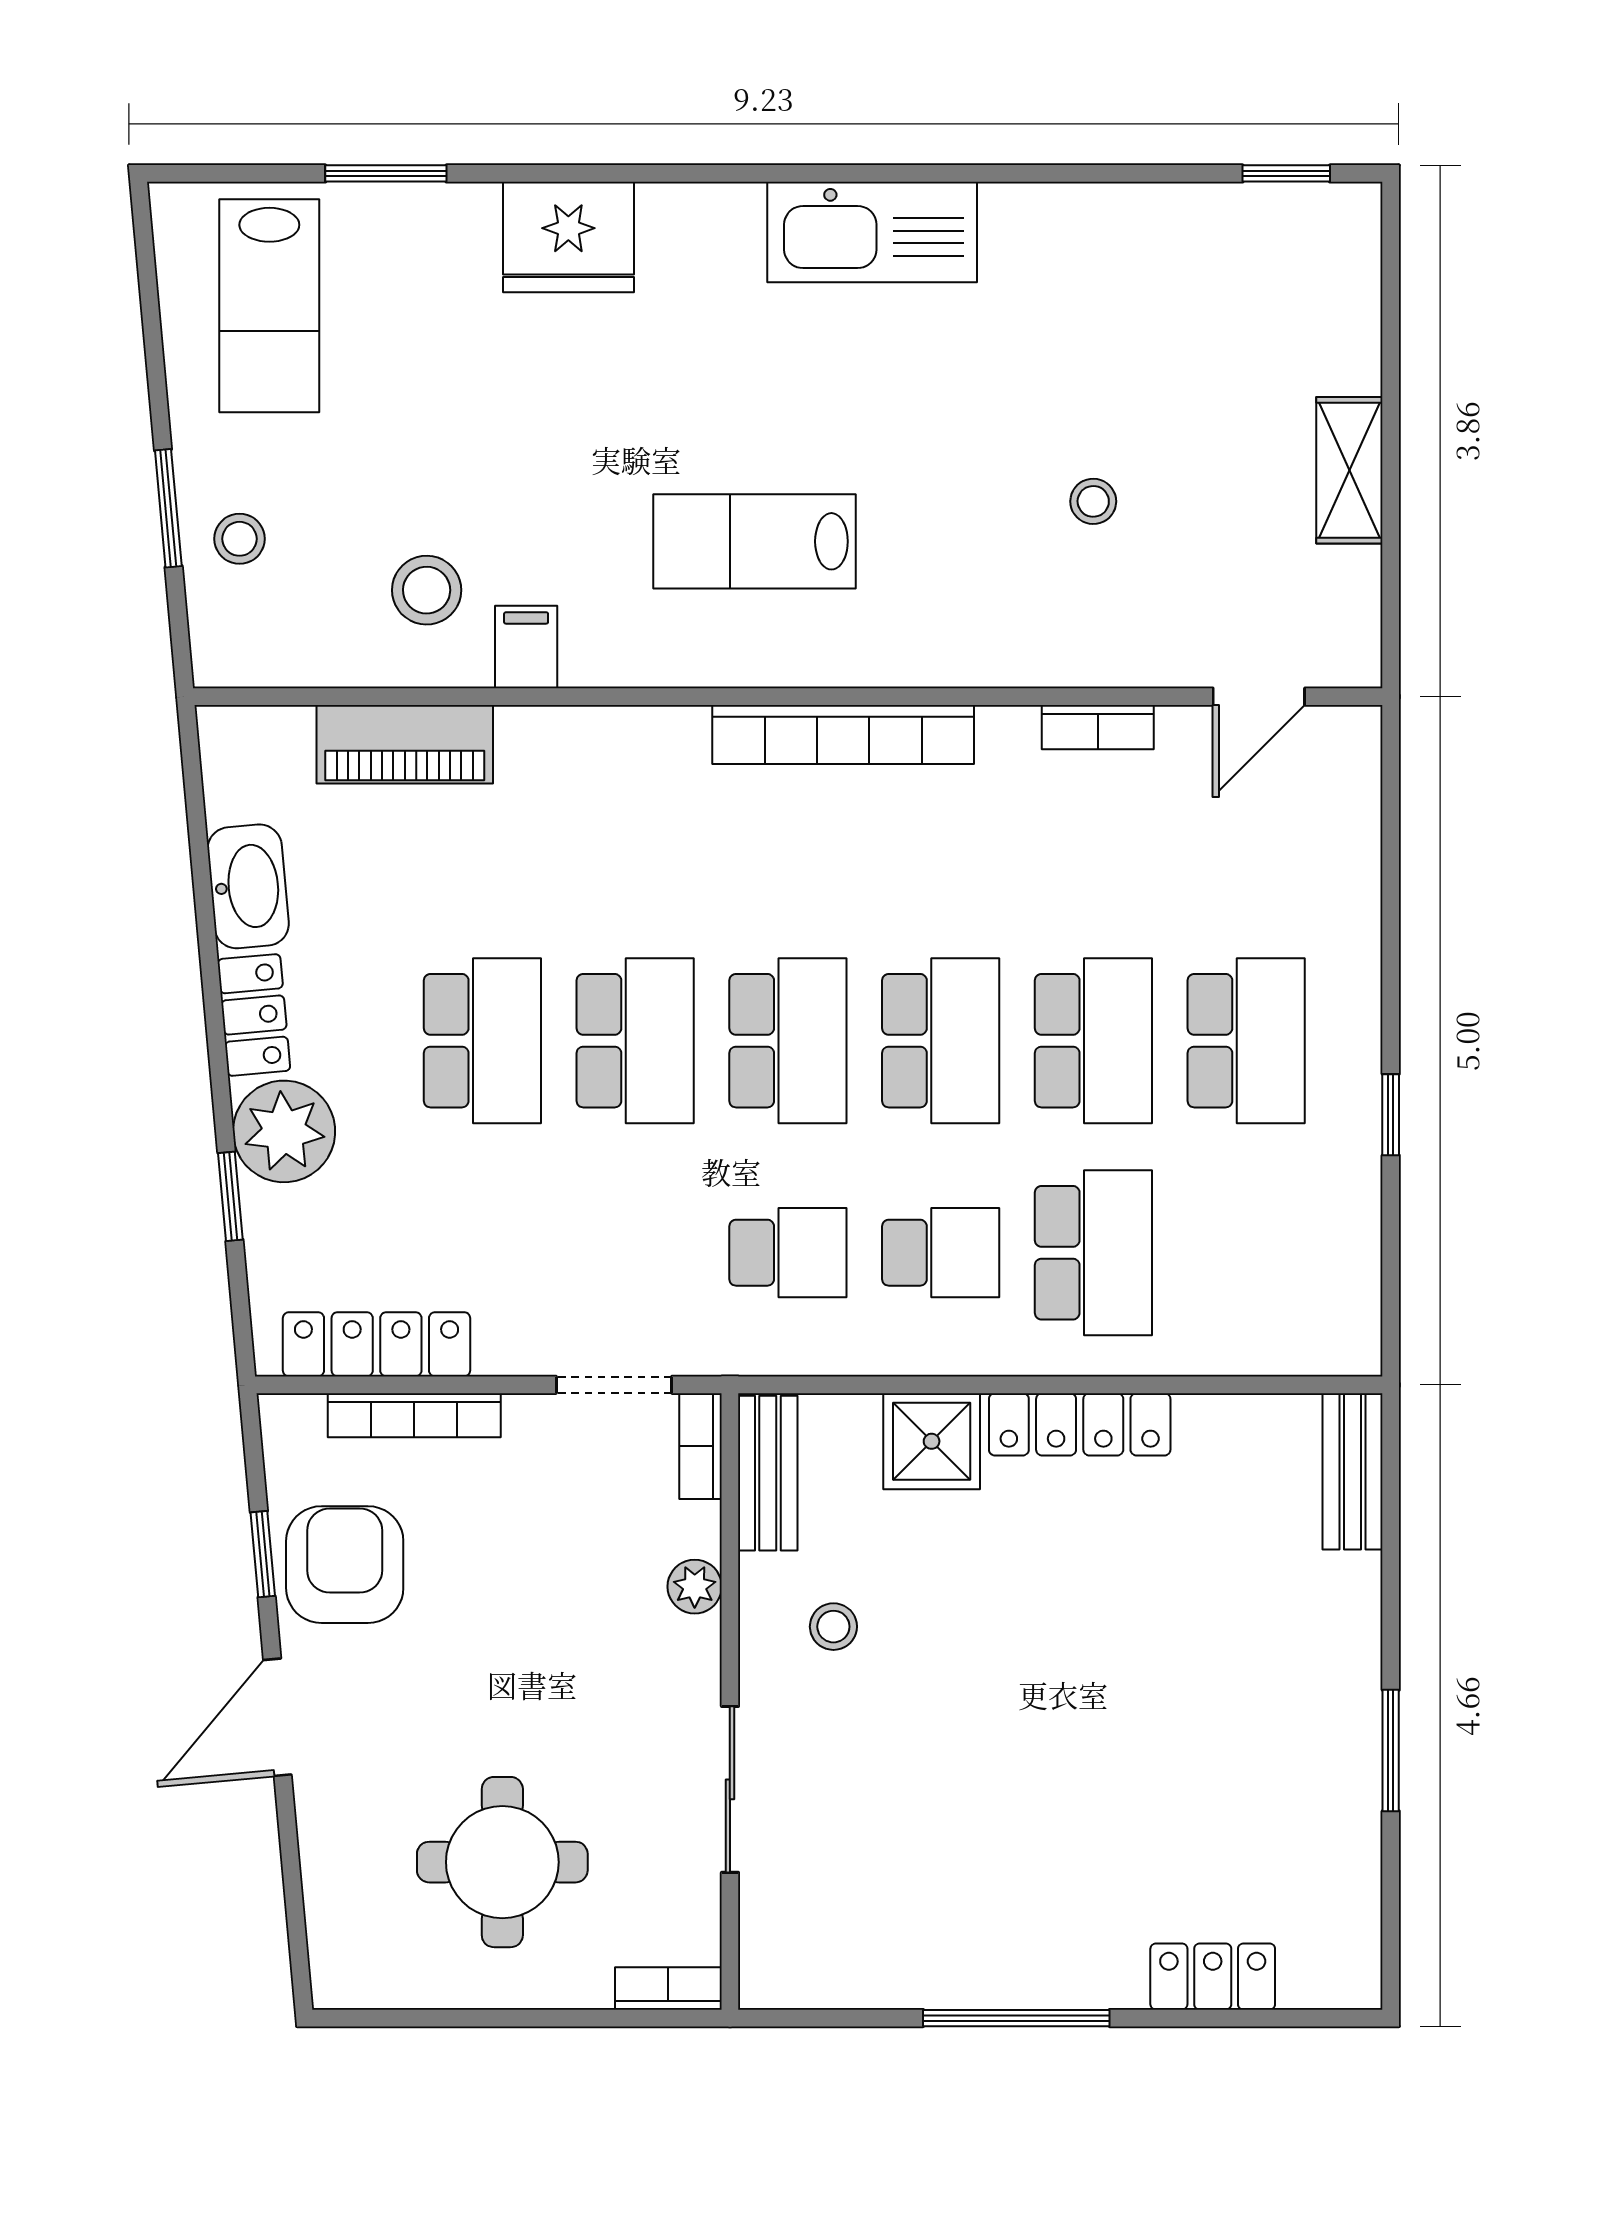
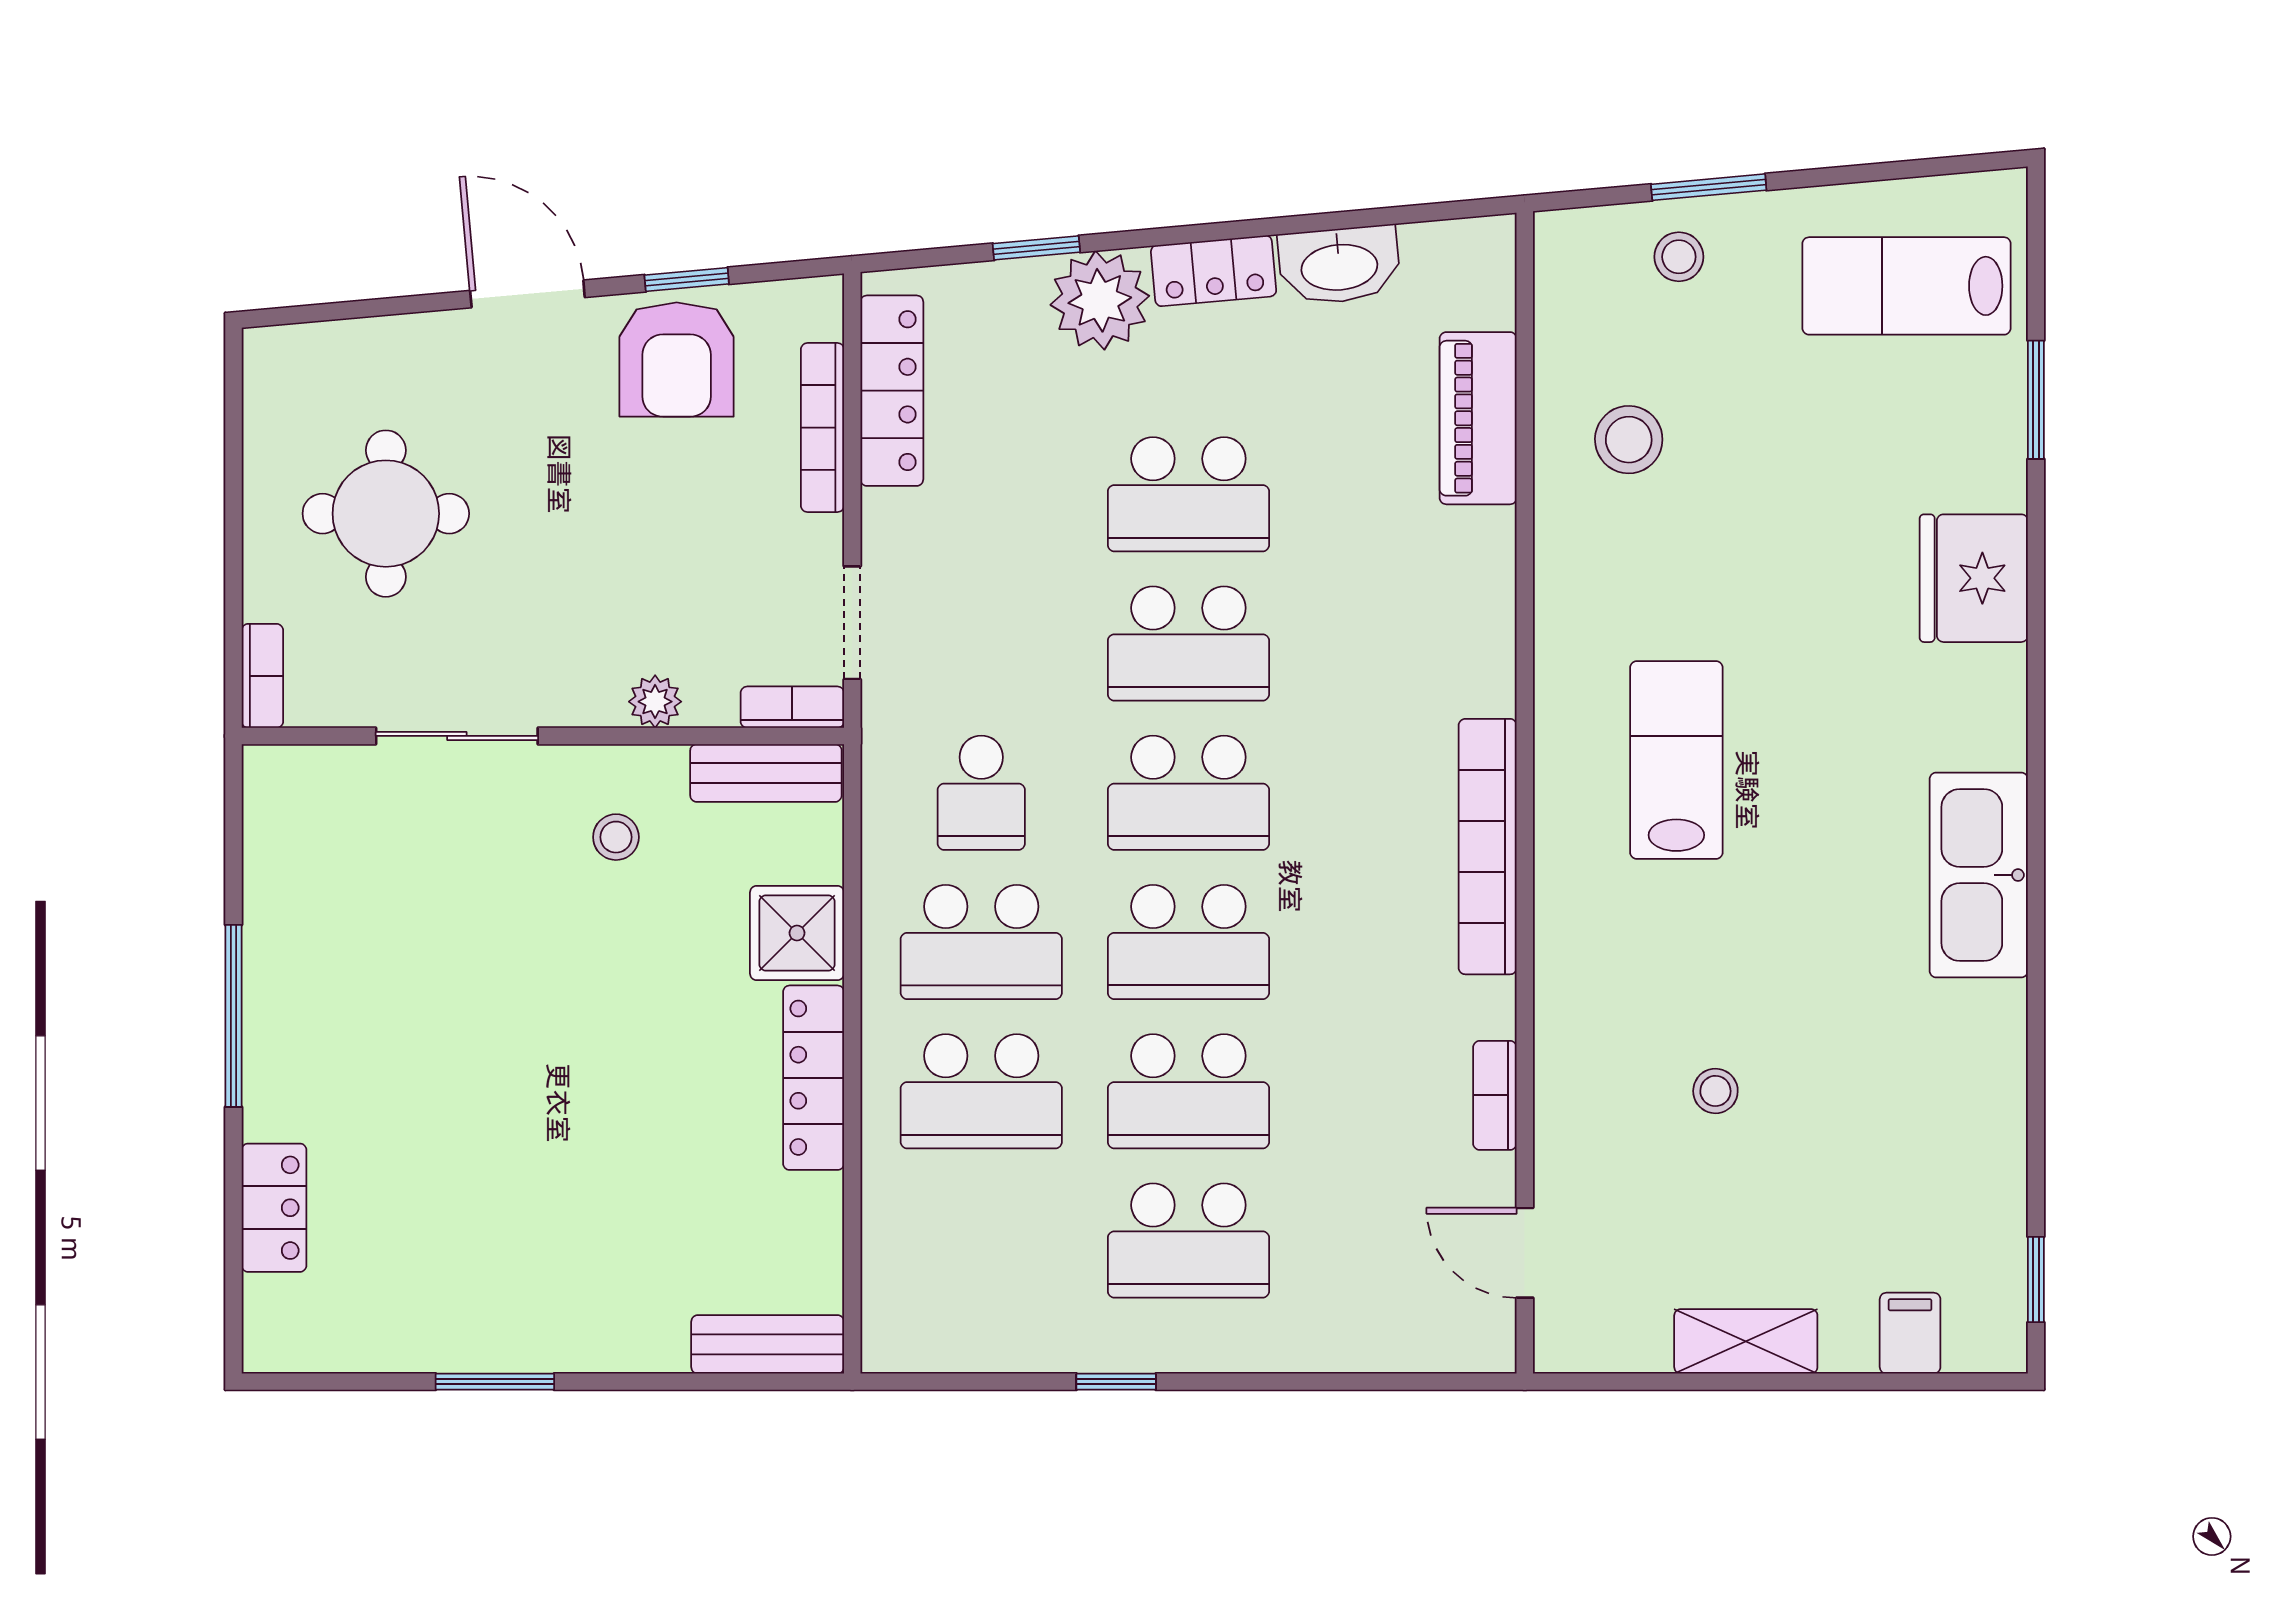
filing cabinet: (526, 647) -> (1910, 1333), moved, turned -90
school desk: (941, 1253) -> (981, 942), width x1.85
armchair: (345, 1565) -> (677, 360), turned 90

